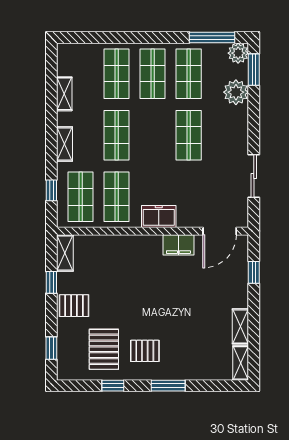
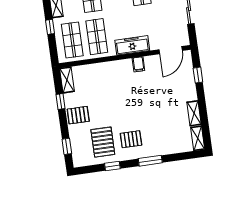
window: (51, 190) -> (50, 27), moved
freezer: (159, 216) -> (132, 45), width x1.40
filing cabinet: (178, 245) -> (138, 64), width x0.50

